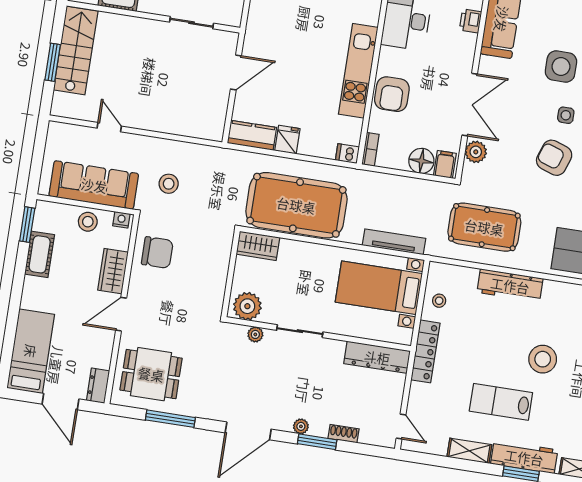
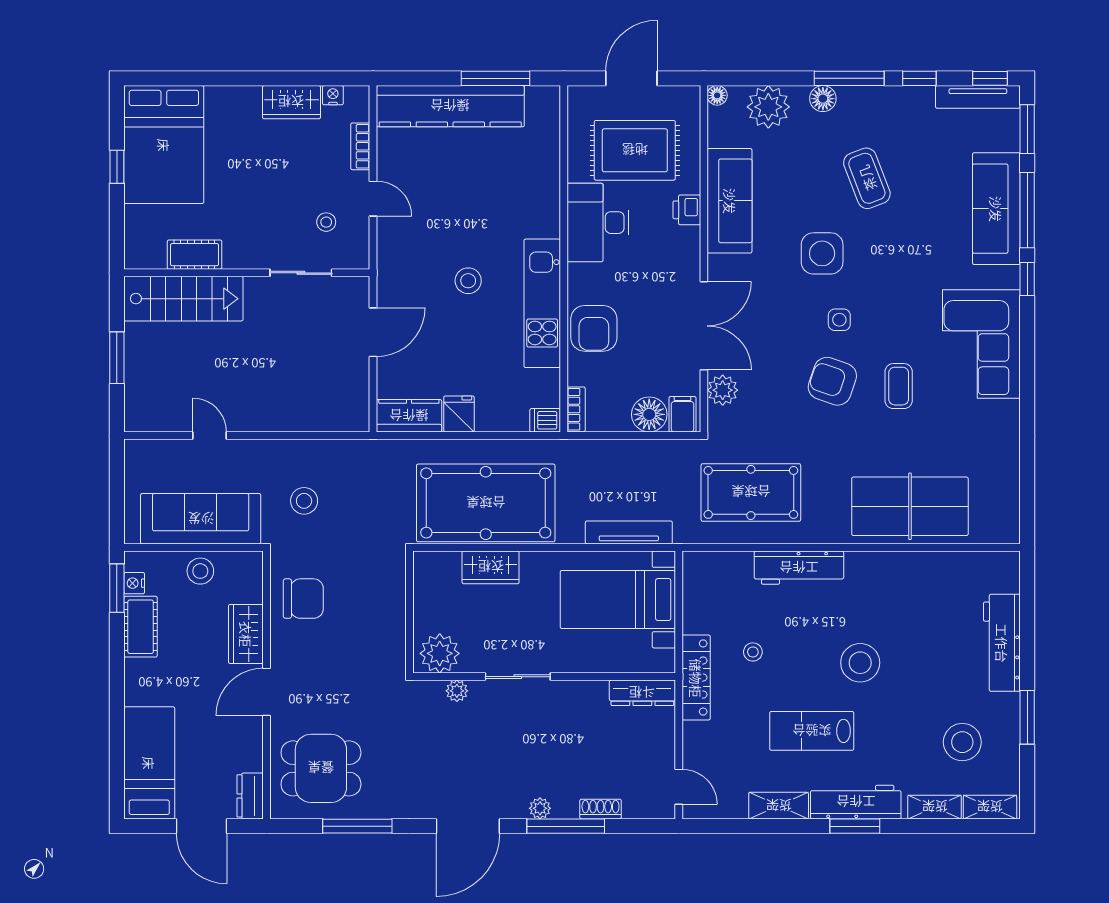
stool: (309, 47) -> (468, 281), added
stairs: (76, 51) -> (183, 299), moved, turned 90
nightstand: (121, 220) -> (134, 583), moved, turned -90
wardrobe: (258, 246) -> (491, 567), moved
stool: (439, 301) -> (753, 652), moved
dresser: (377, 357) -> (642, 693), width x0.73, depth x0.80
window: (317, 442) -> (566, 826), width x1.44

